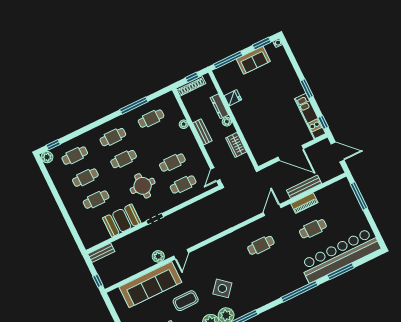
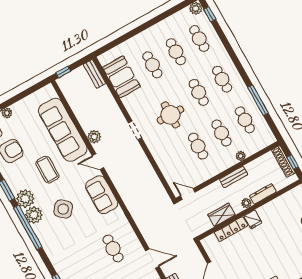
fridge: (233, 98) -> (253, 219), moved
locker: (250, 137) -> (231, 229), added
cafe table: (183, 184) -> (221, 133), moved
booth: (122, 220) -> (121, 77), moved
sofa: (212, 253) -> (102, 195), added

